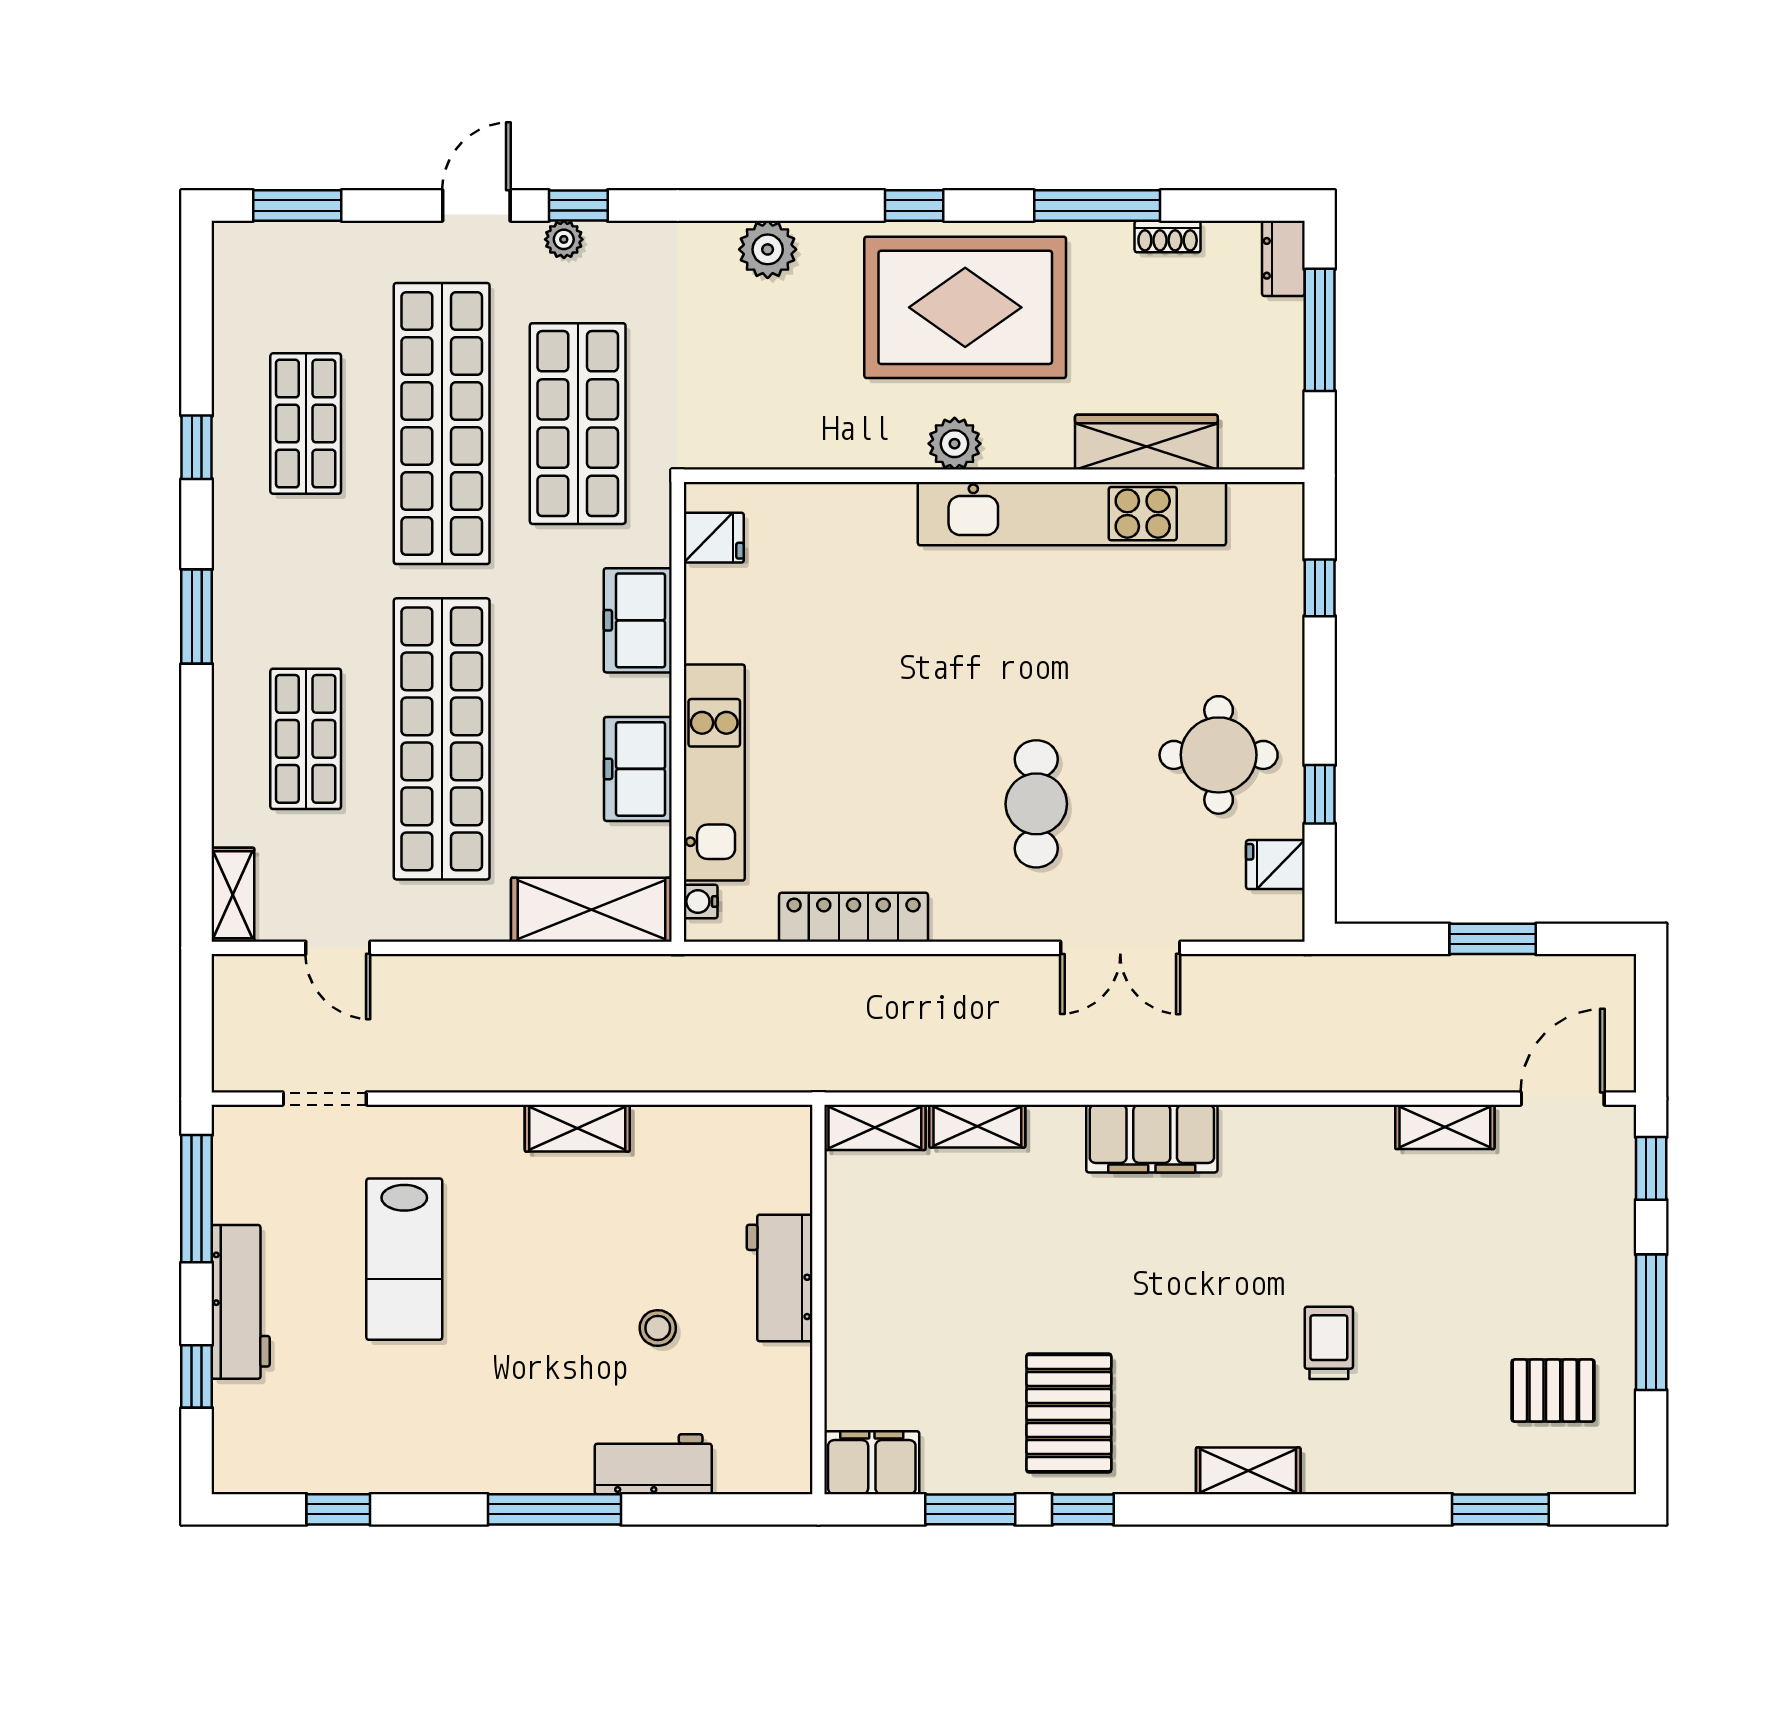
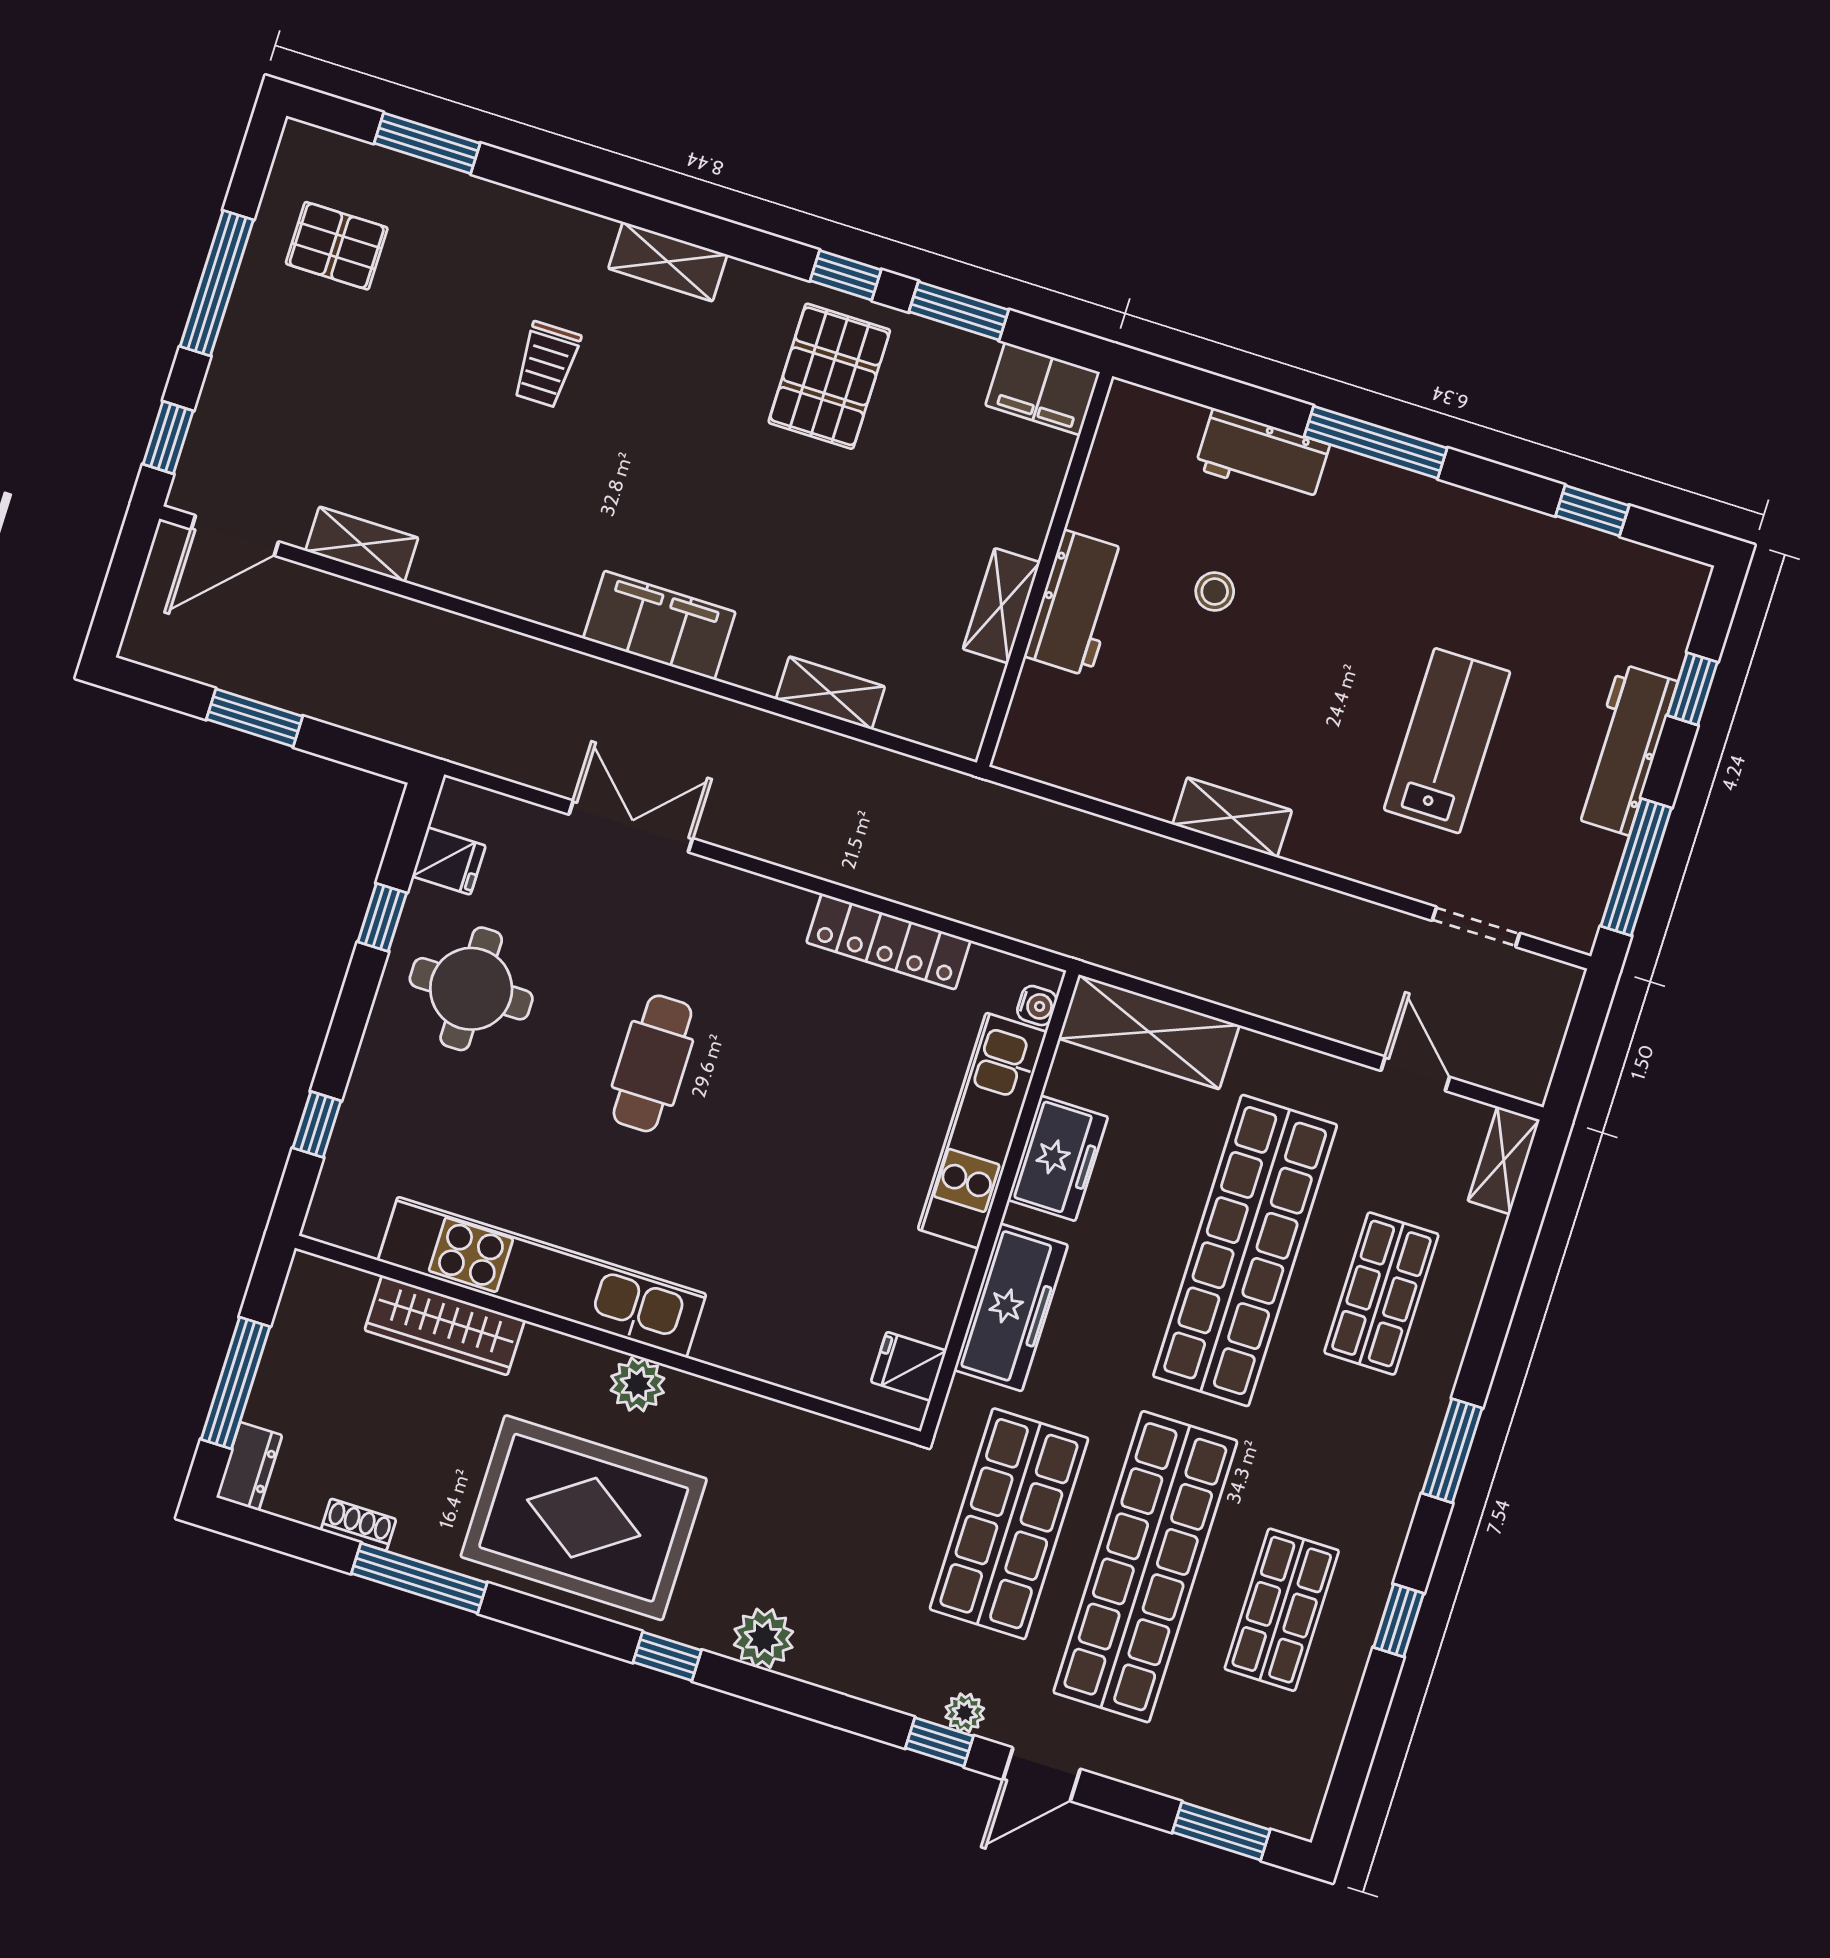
window: (914, 206) -> (667, 1656), moved
freezer: (638, 620) -> (1011, 1307), width x1.40
cafe table: (1036, 804) -> (652, 1063), moved
shelving: (875, 1127) -> (1001, 606), moved, turned 90

